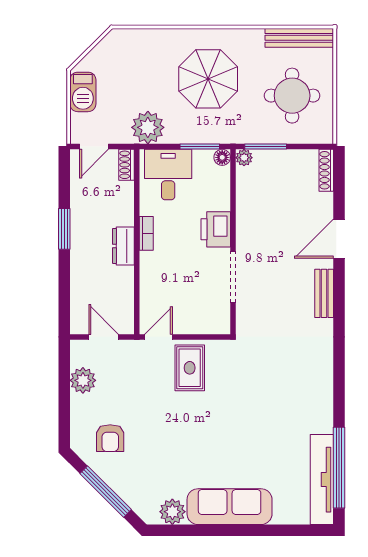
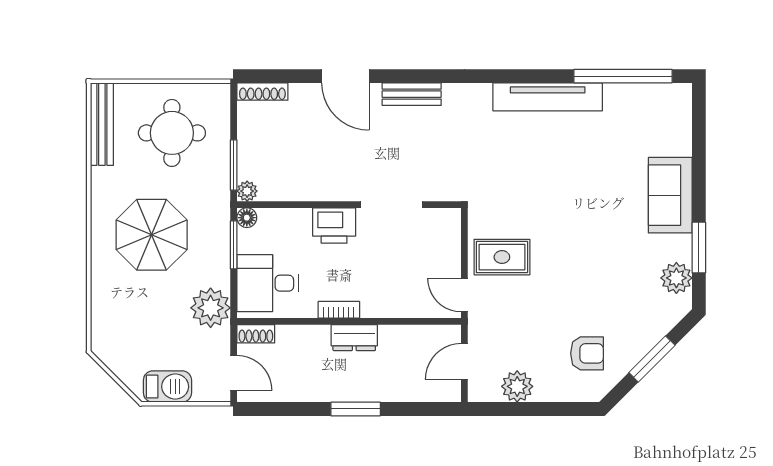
window: (64, 229) -> (356, 409), moved
tv unit: (322, 480) -> (548, 97), moved
window: (106, 492) -> (652, 359), width x0.69
sofa: (230, 507) -> (670, 195), width x0.73
window: (197, 530) -> (699, 248), added

